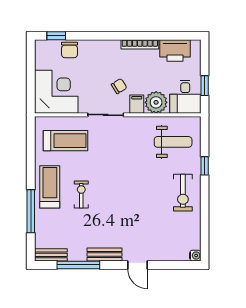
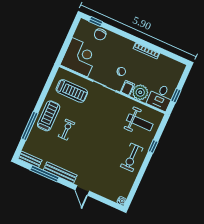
printer: (175, 51) -> (167, 65), removed
bench: (105, 254) -> (60, 173), width x1.36

